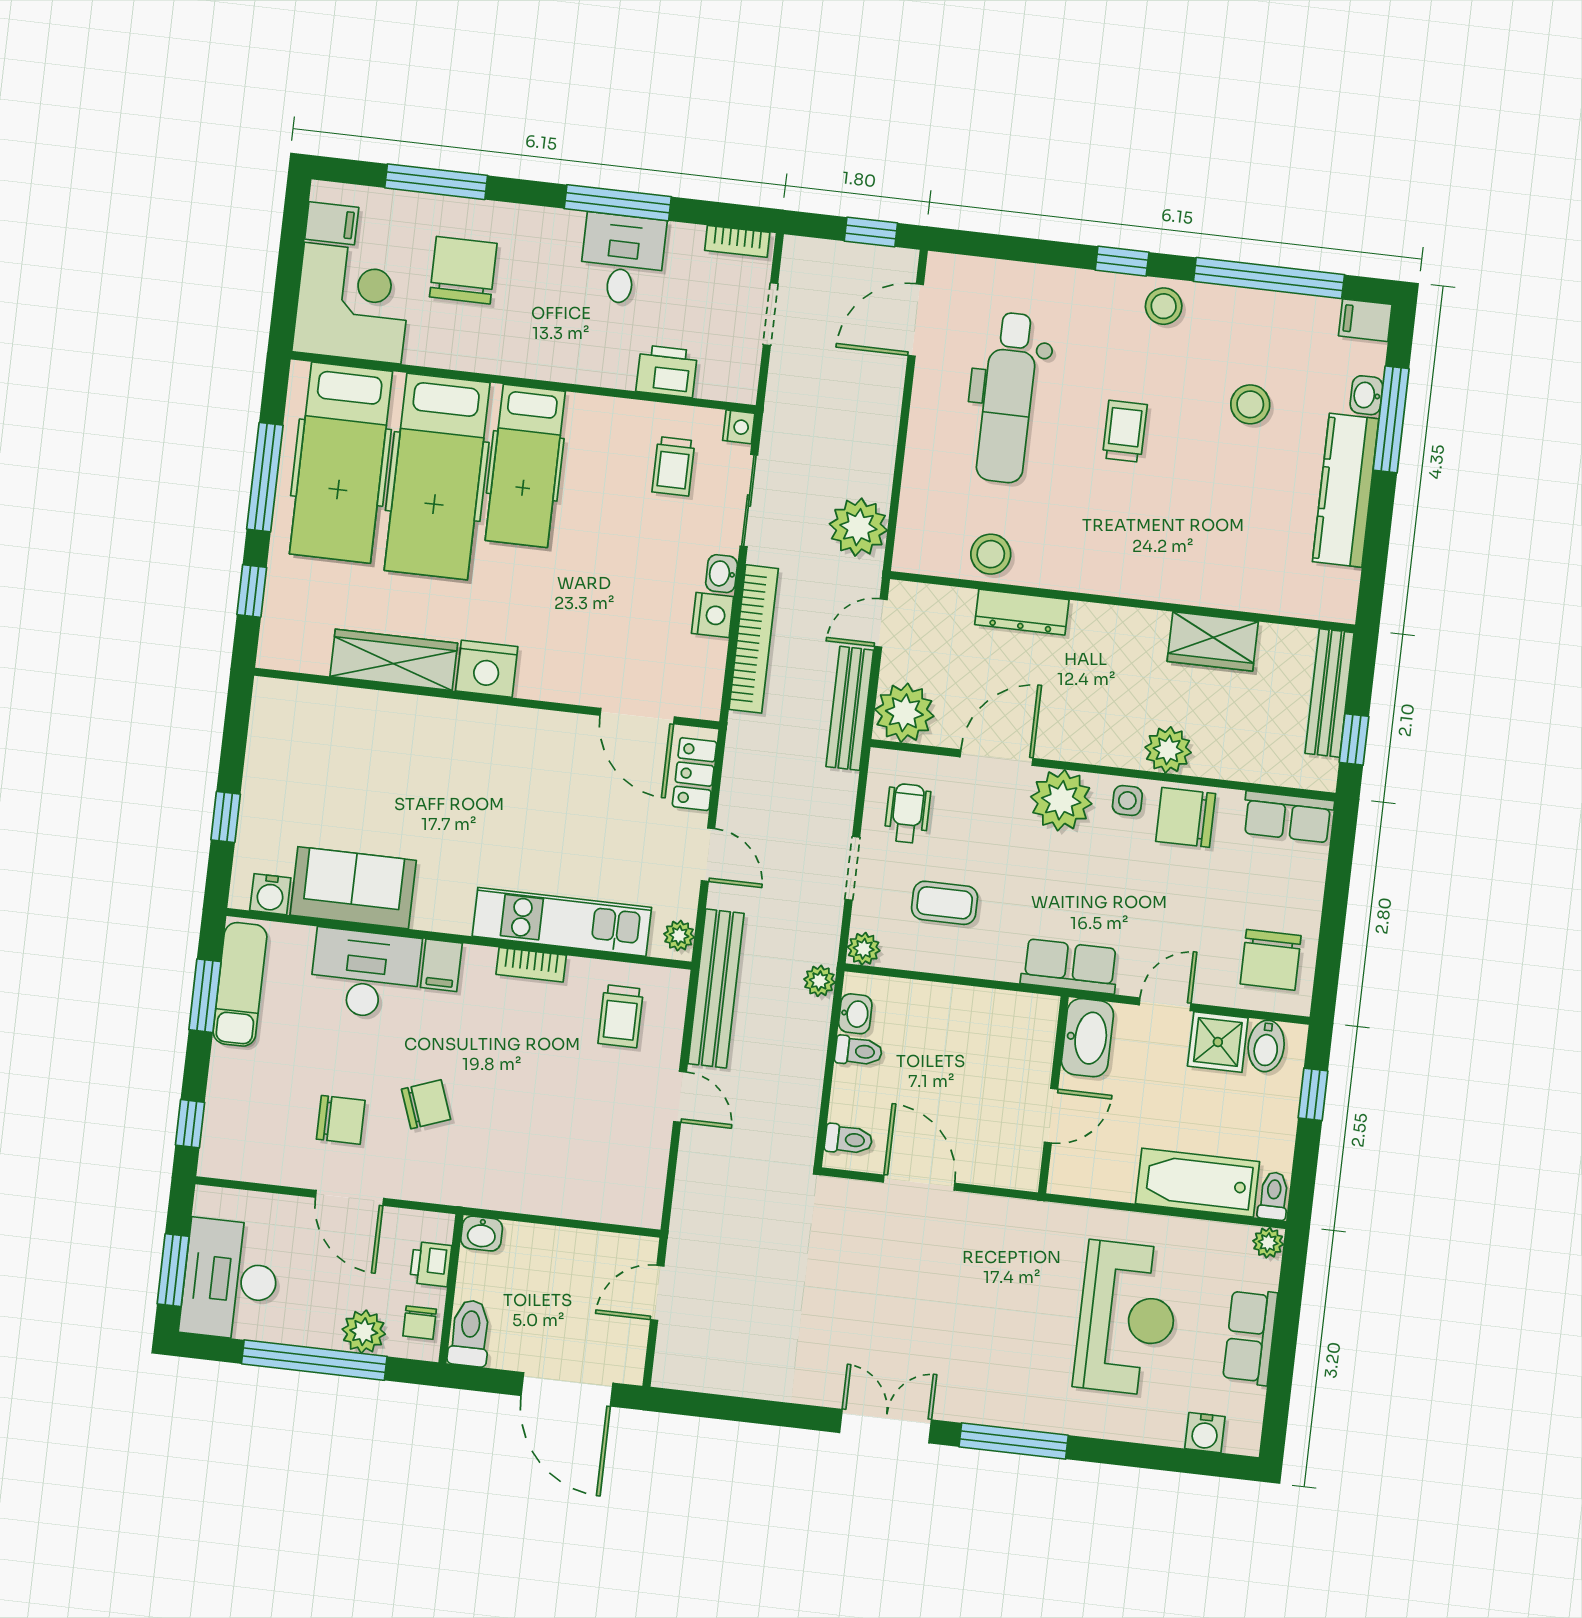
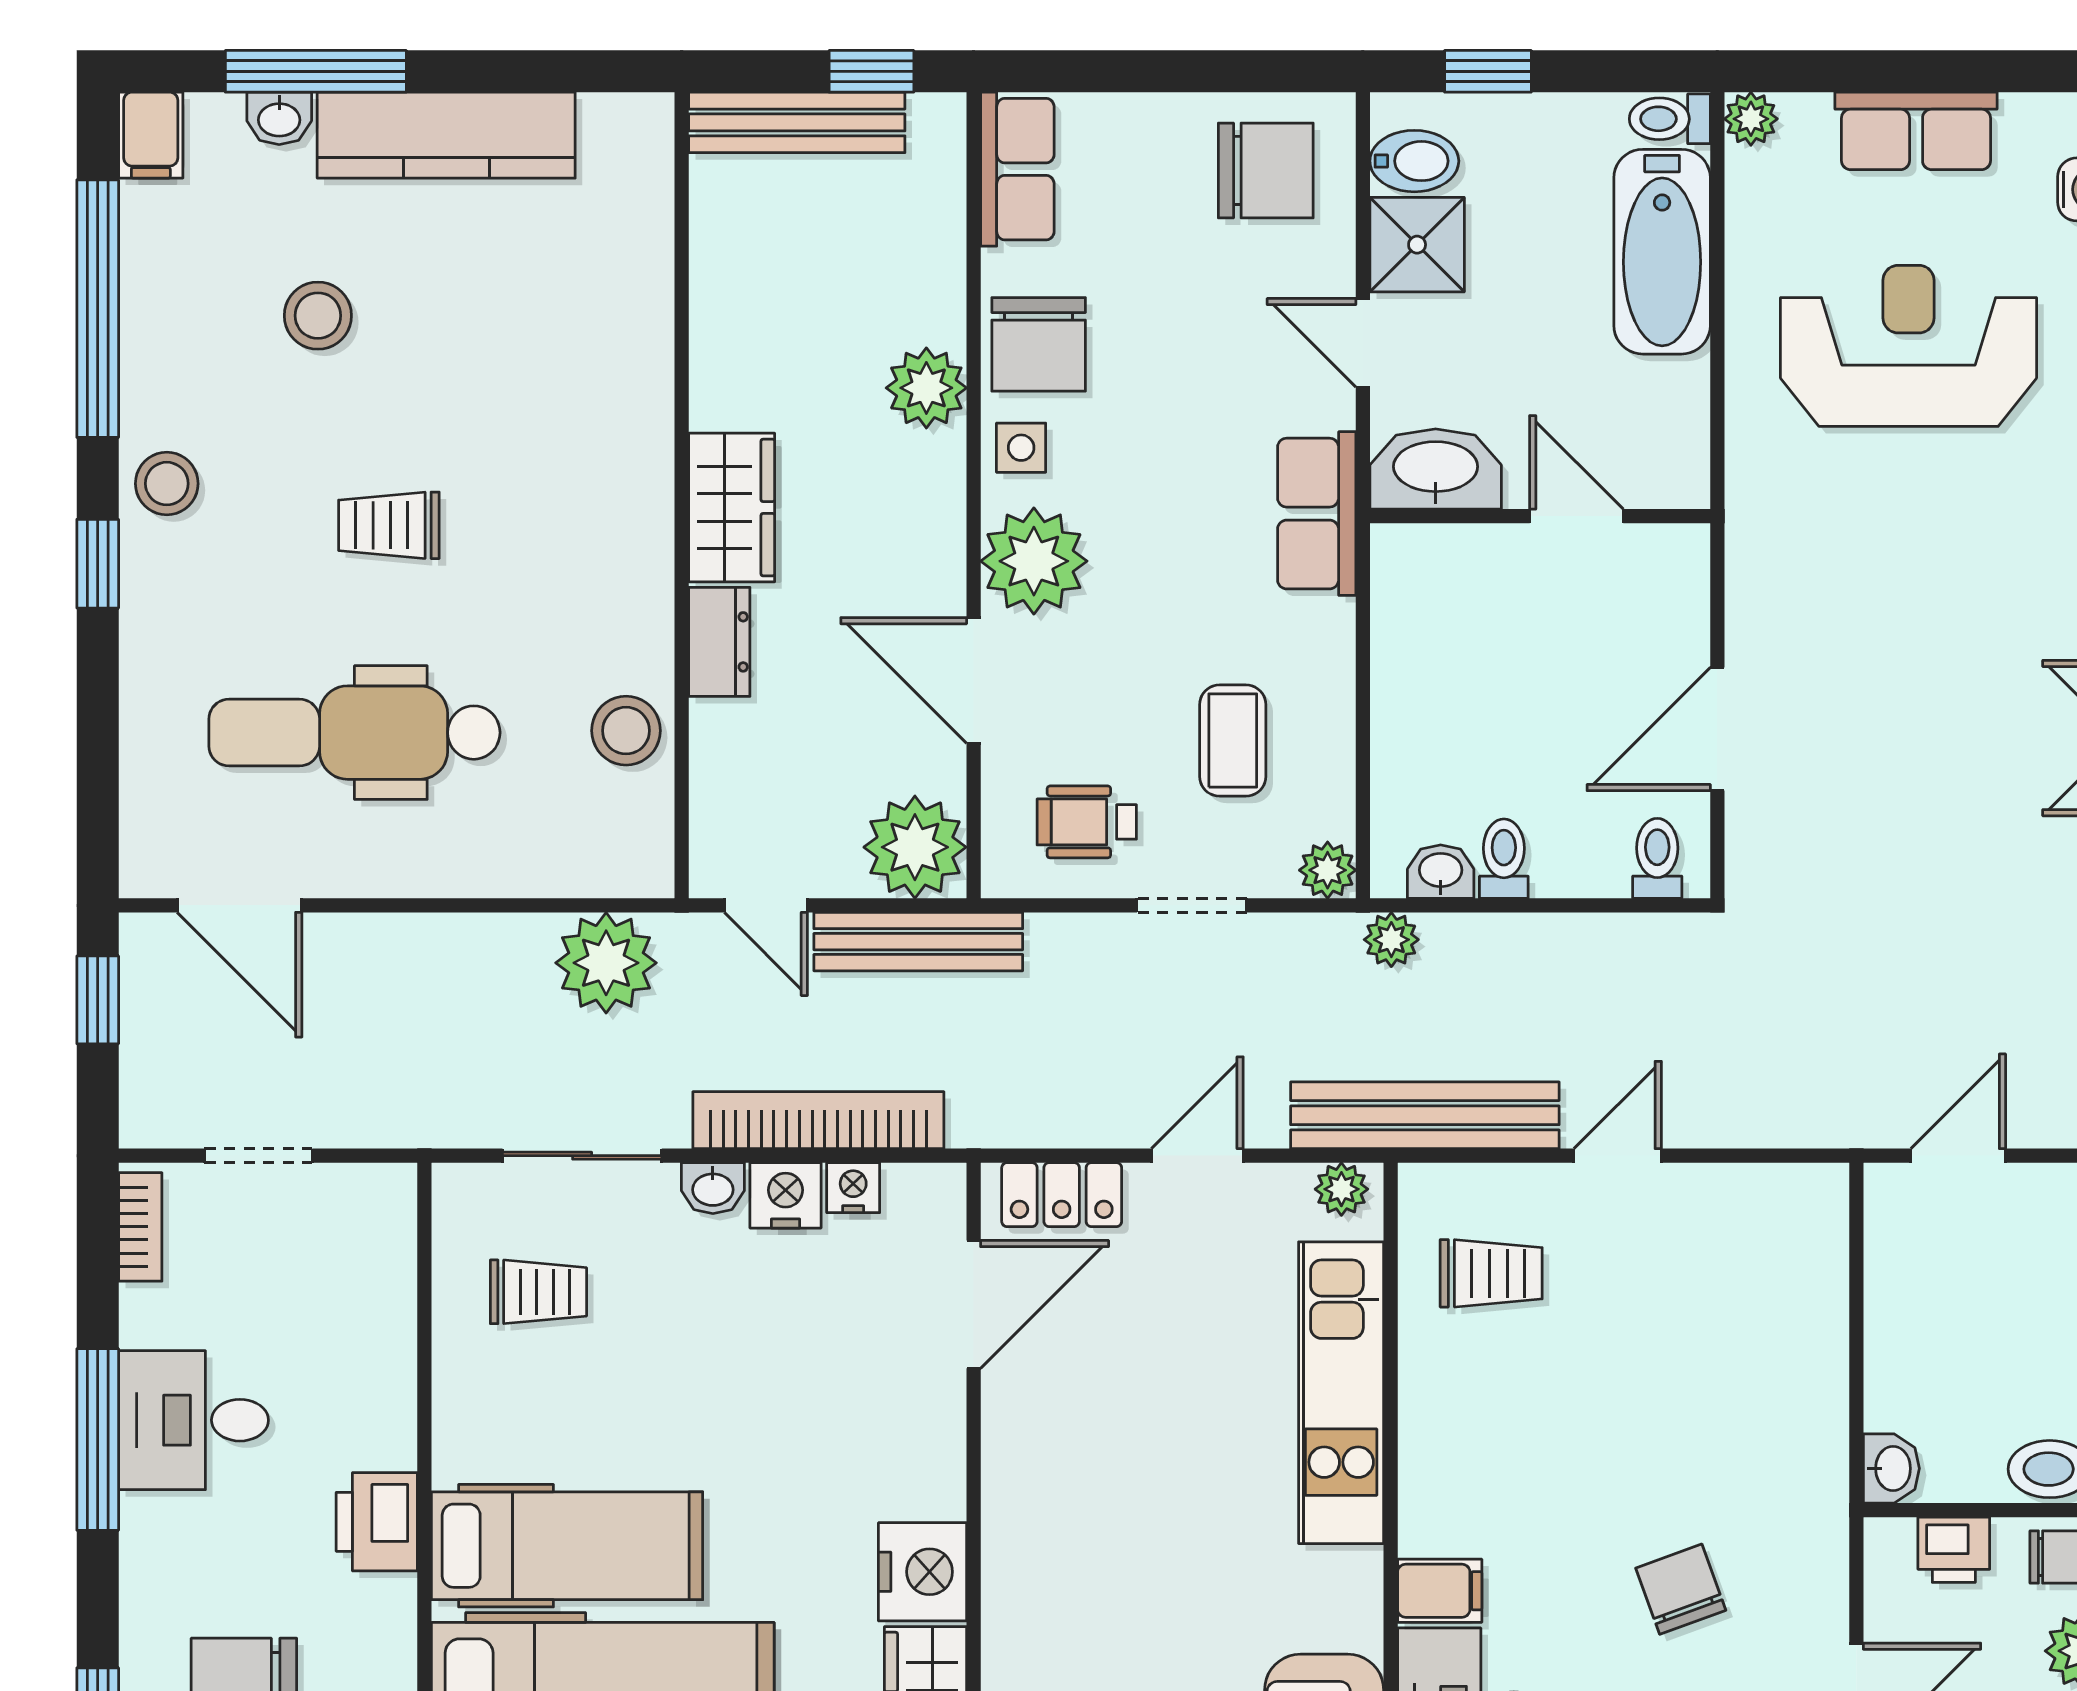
printer: (667, 371) -> (377, 1522), moved
dental chair: (1008, 398) -> (354, 733), turned 180
nightstand: (739, 427) -> (853, 1188), moved
dresser: (1022, 612) -> (719, 642), width x0.70
wardrobe: (1213, 641) -> (732, 508), moved
bookcase: (531, 965) -> (1421, 1437), removed
door: (657, 1293) -> (1958, 1156), swing flipped

